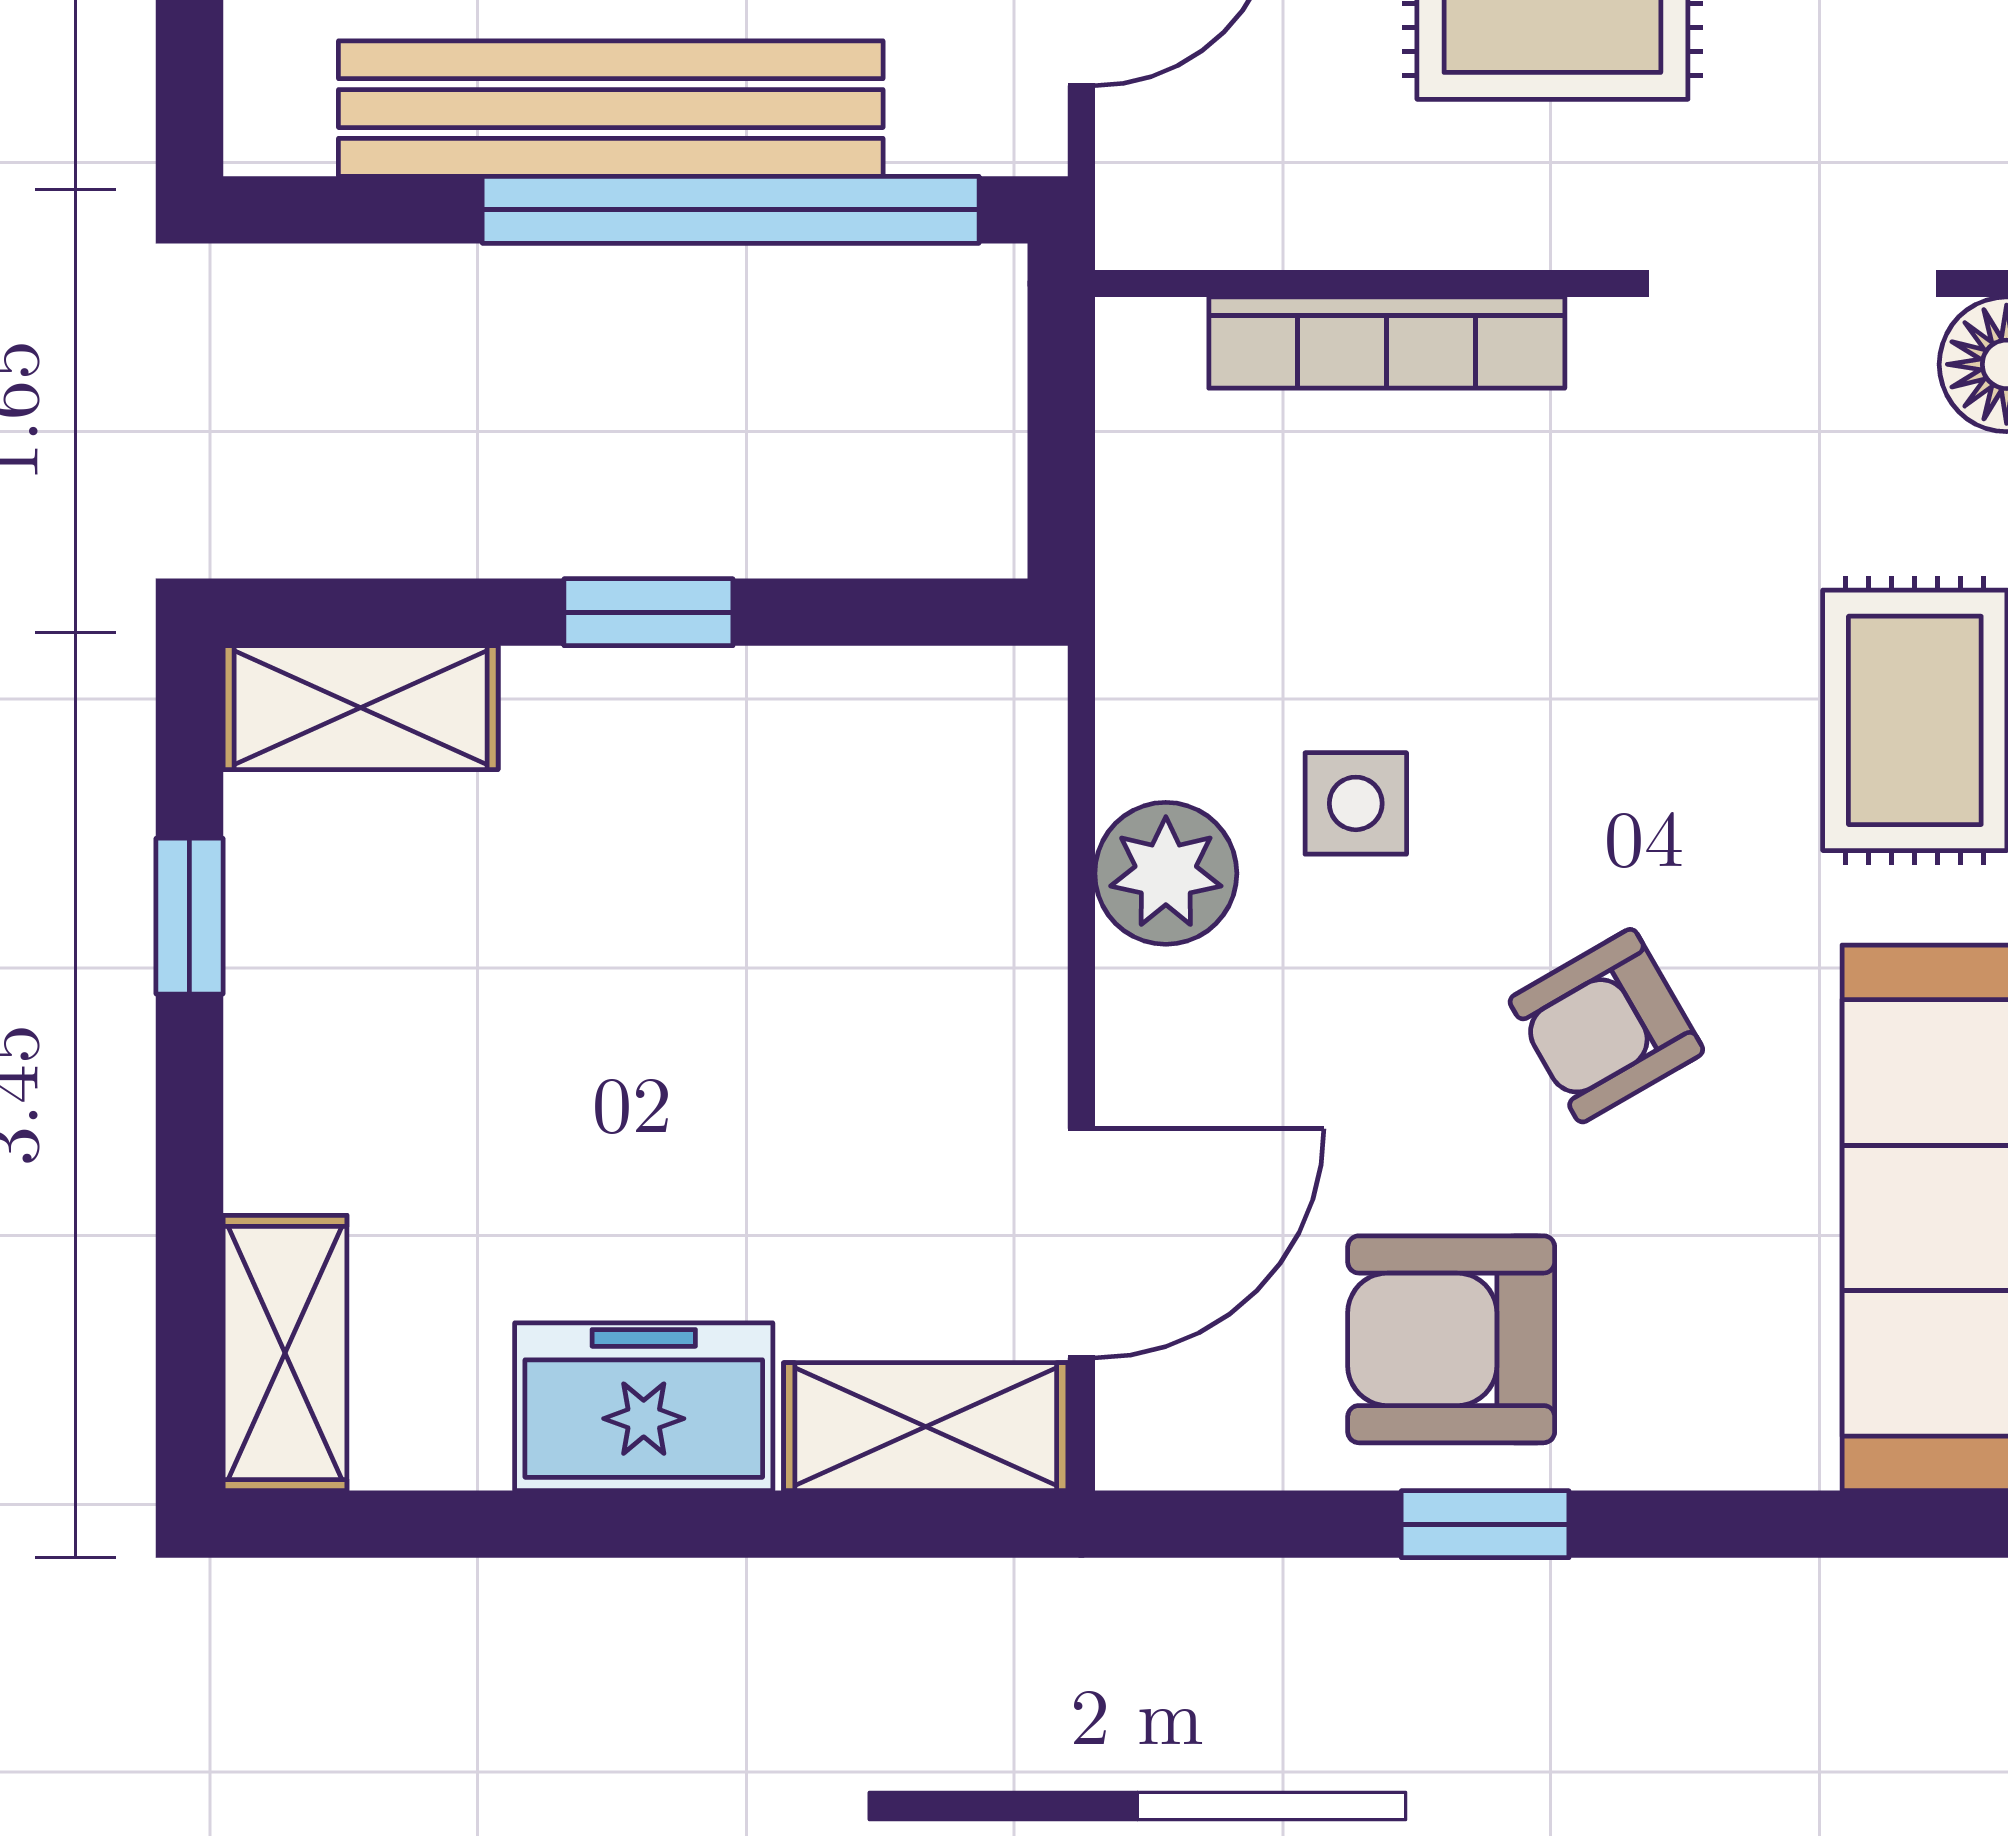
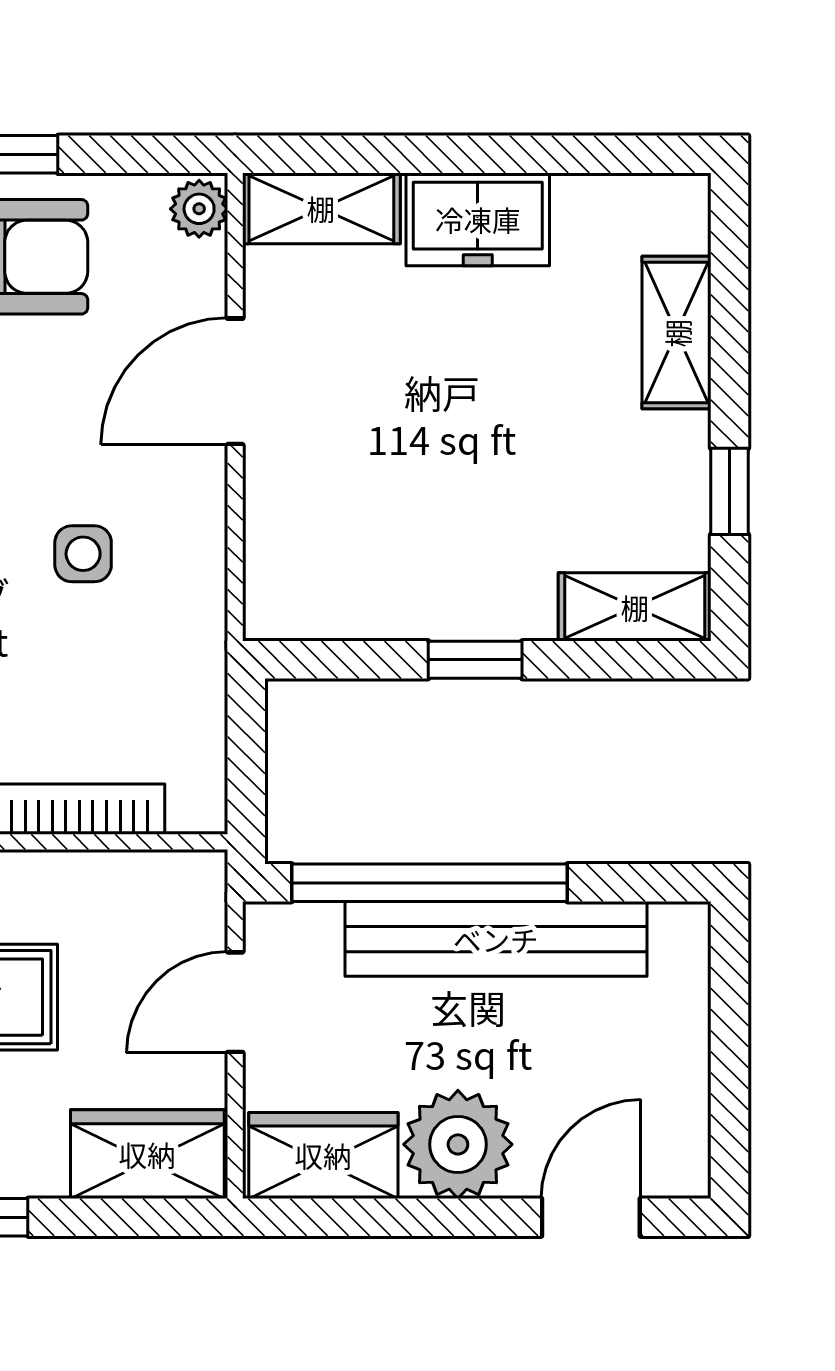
plant: (1166, 873) -> (199, 209), moved, width x0.73, depth x0.73
door: (1081, 1243) -> (235, 381), moved
shelving: (285, 1353) -> (677, 333), moved

